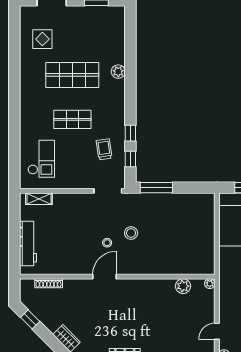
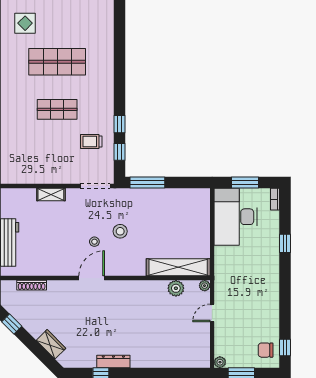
plant: (118, 72) -> (106, 58), removed
trolley: (104, 149) -> (91, 141), turned -82
checkout: (41, 159) -> (24, 152), removed
shelving: (39, 199) -> (51, 195), moved
shelving: (185, 267) -> (178, 267), added
door: (217, 331) -> (212, 313), moved

